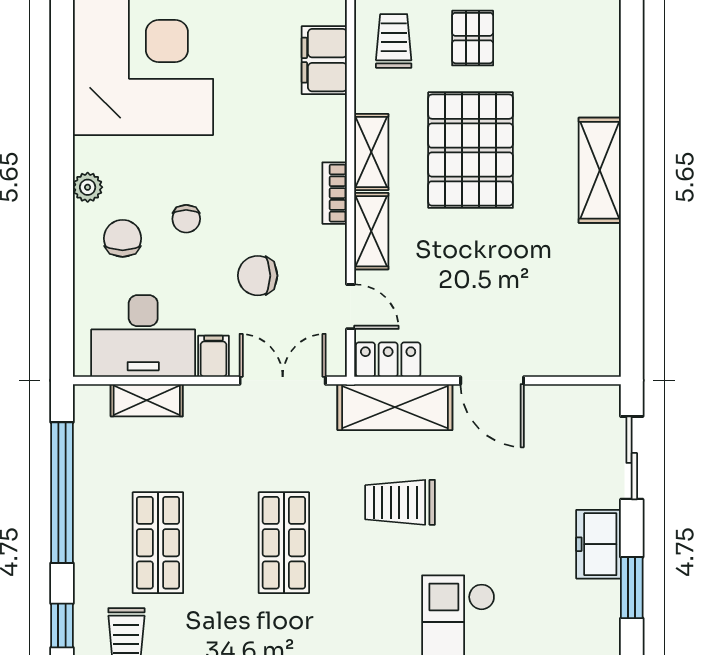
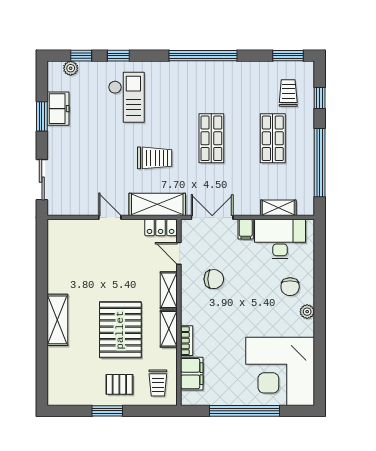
pallet: (473, 38) -> (119, 384), turned 90
bookcase: (335, 193) -> (187, 341), moved
chair: (186, 219) -> (259, 296), removed
chair: (258, 276) -> (214, 279), moved
double door: (283, 380) -> (212, 217), swing flipped
door: (492, 380) -> (110, 217), width x0.73
freezer: (599, 544) -> (58, 109), moved

